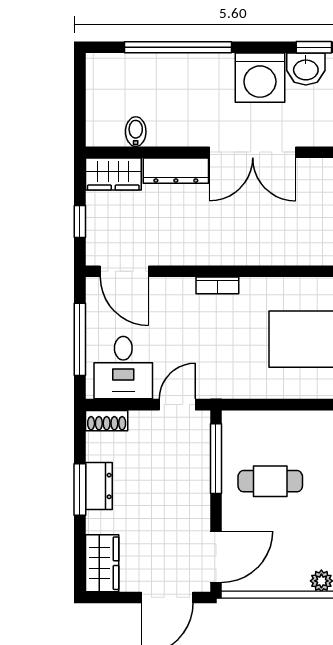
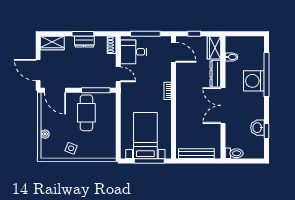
washing machine: (260, 78) -> (254, 81), moved
door: (124, 271) -> (174, 52), swing flipped
cafe table: (270, 481) -> (86, 113), width x1.37, depth x1.35

